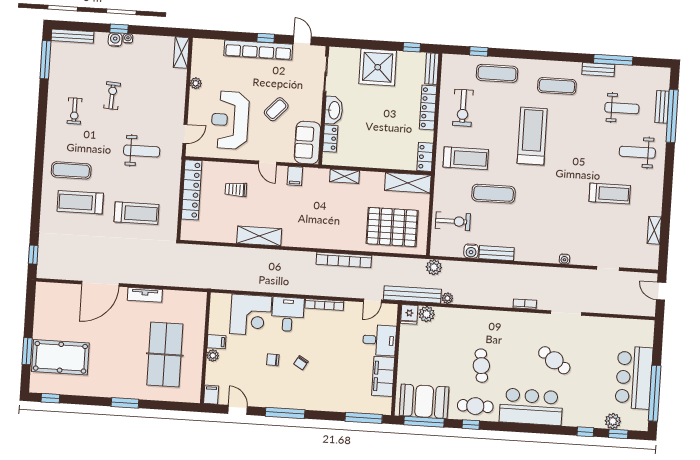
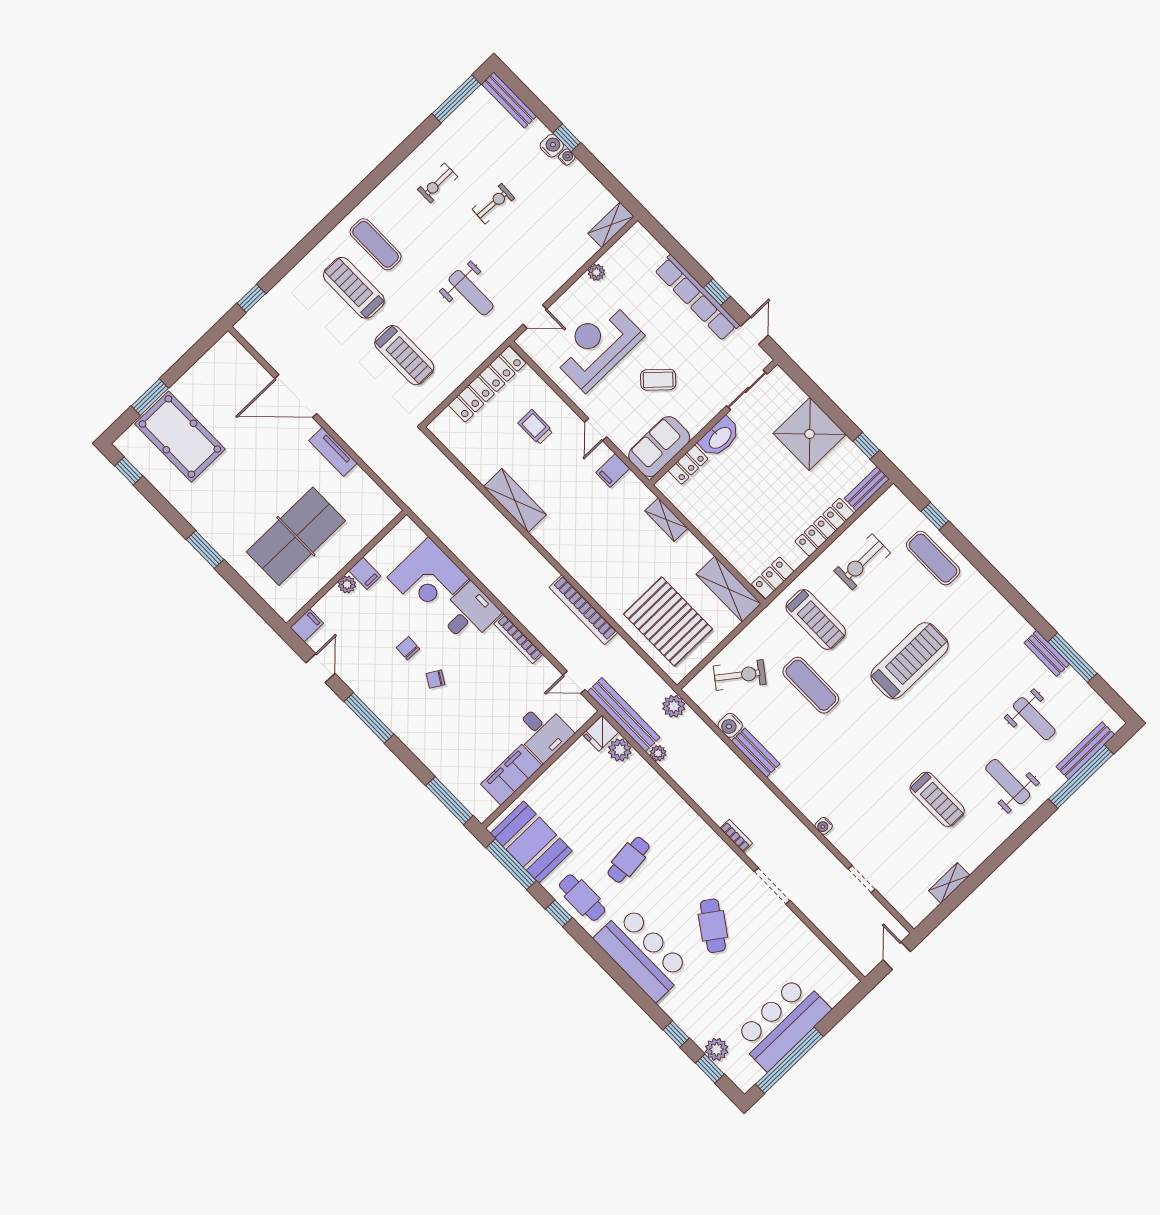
exercise mat: (557, 86) -> (986, 631), removed
bench: (662, 107) -> (1085, 751), width x1.36
exercise bike: (453, 221) -> (740, 675), turned -53

